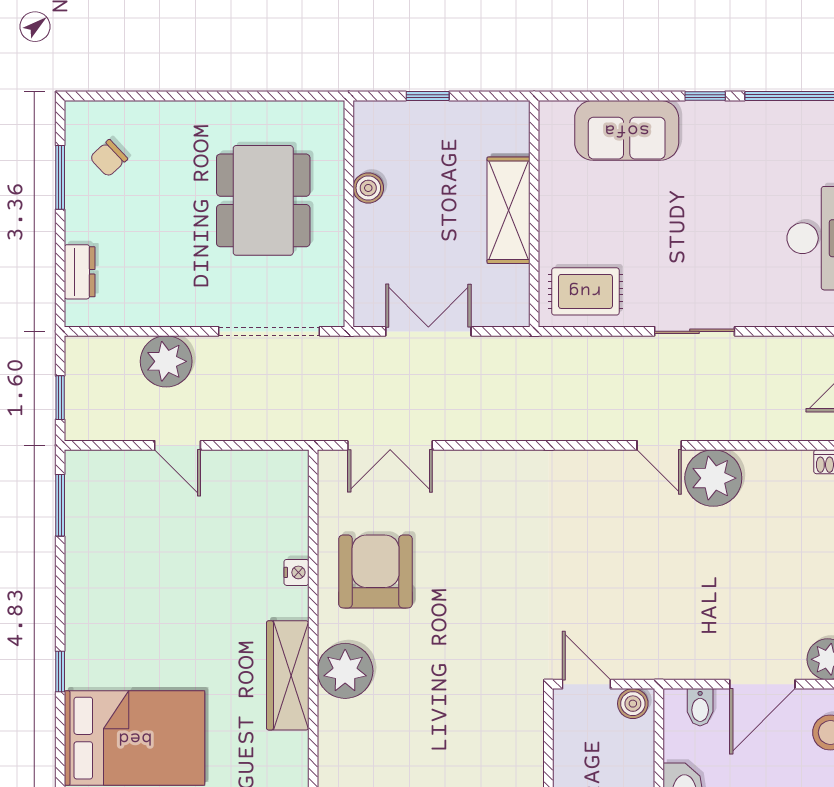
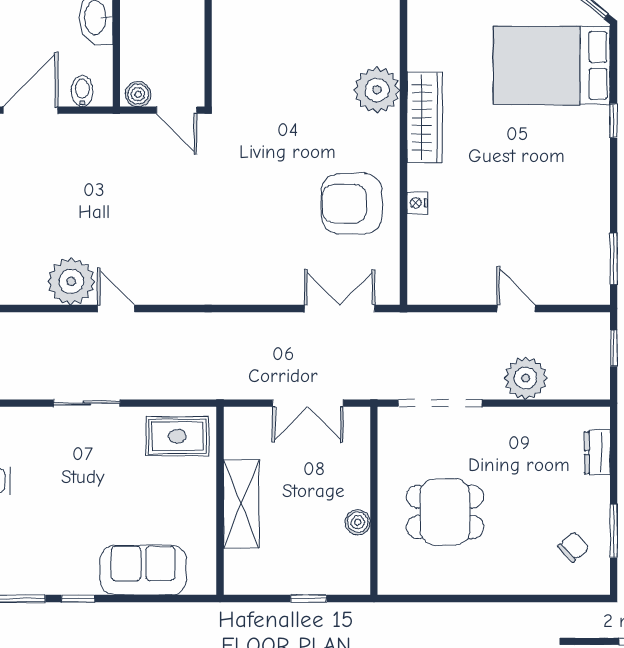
dining table: (263, 200) -> (445, 512), width x0.73
armchair: (376, 571) -> (352, 204), turned 90
plant: (345, 671) -> (377, 90), moved

